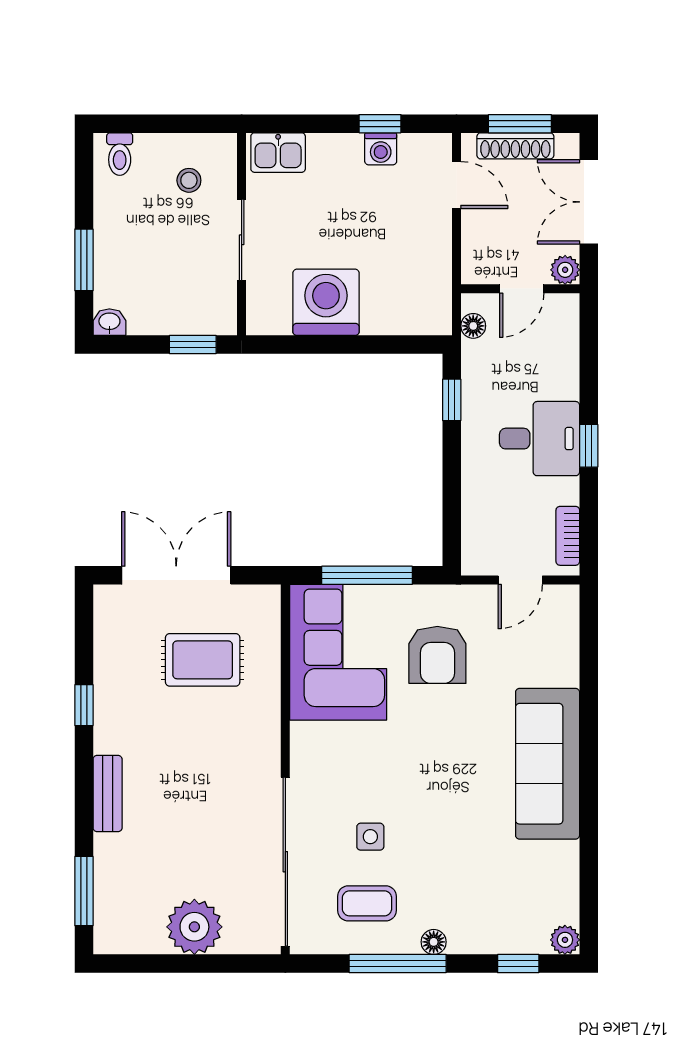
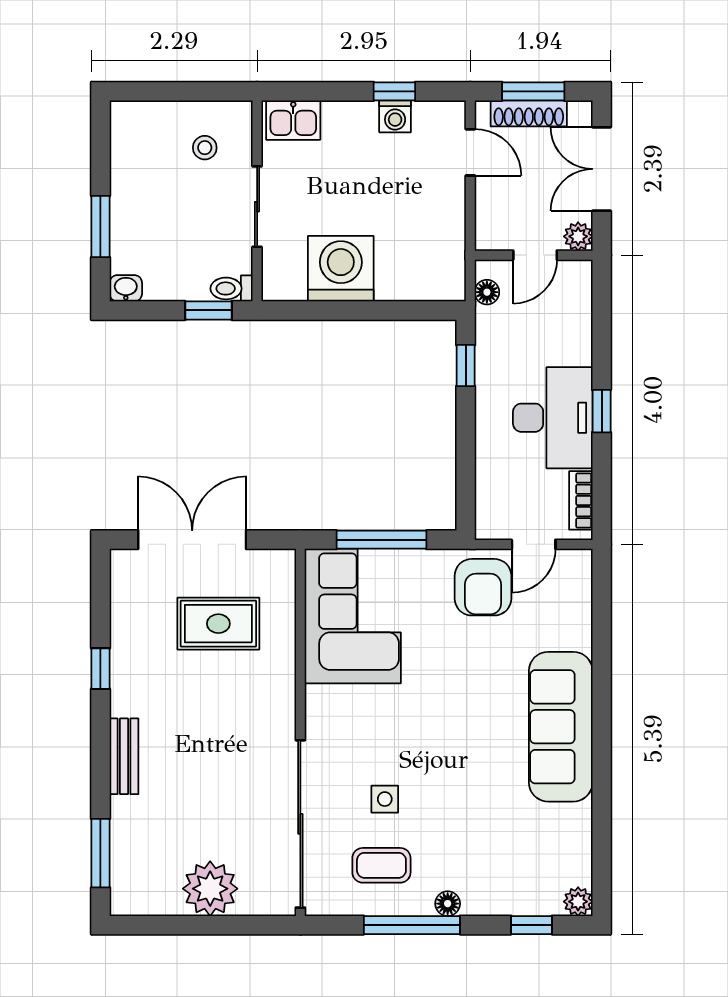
toilet: (120, 154) -> (232, 288), moved, turned 90
desk: (540, 439) -> (553, 418), width x1.37
armchair: (437, 655) -> (483, 587), moved

